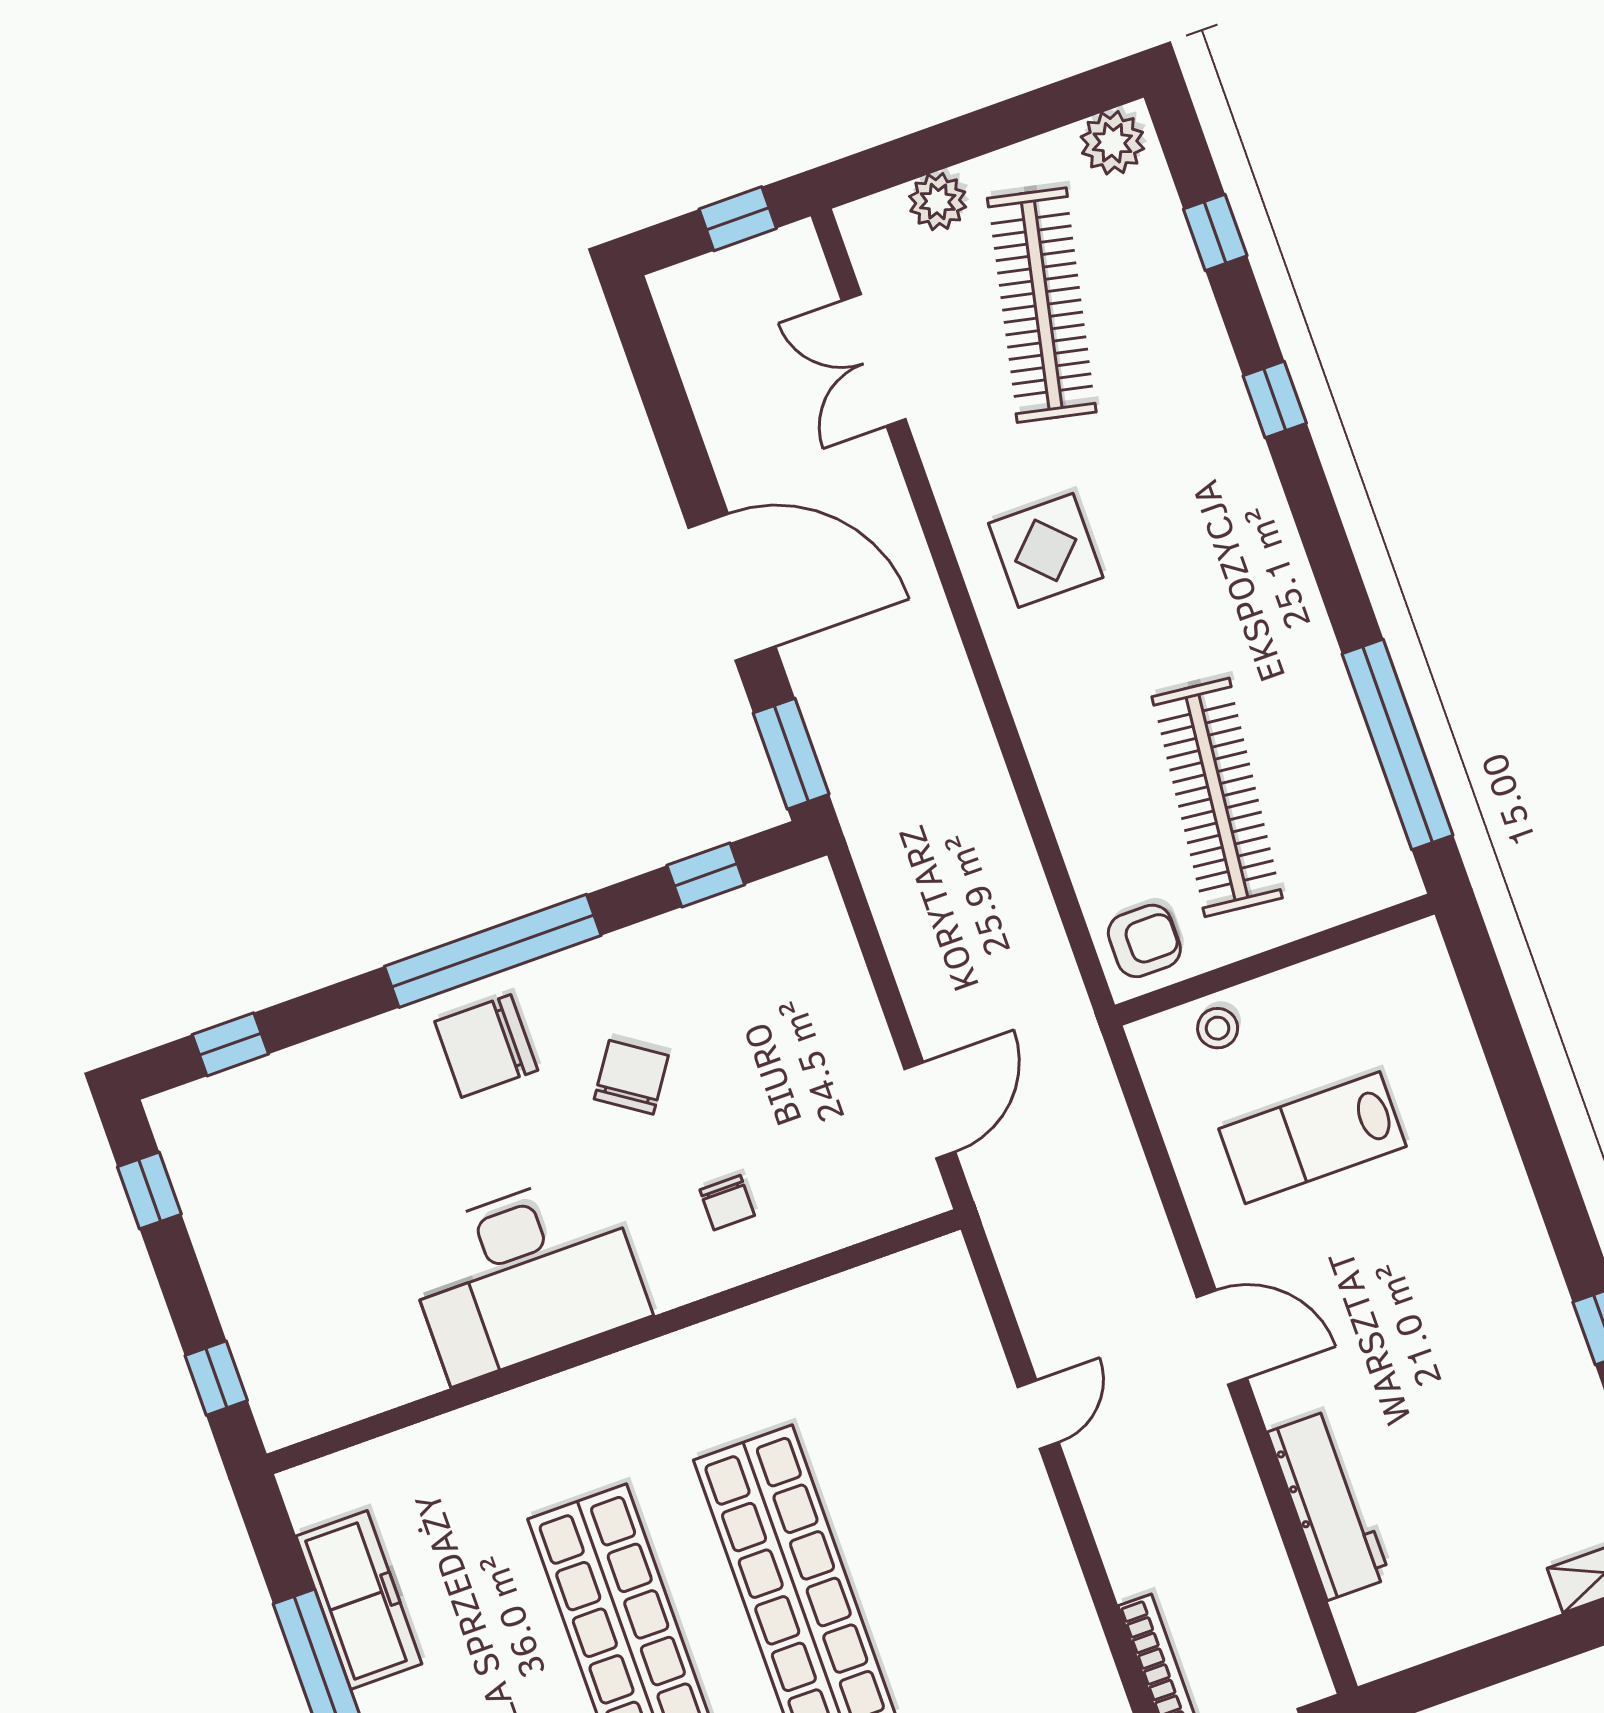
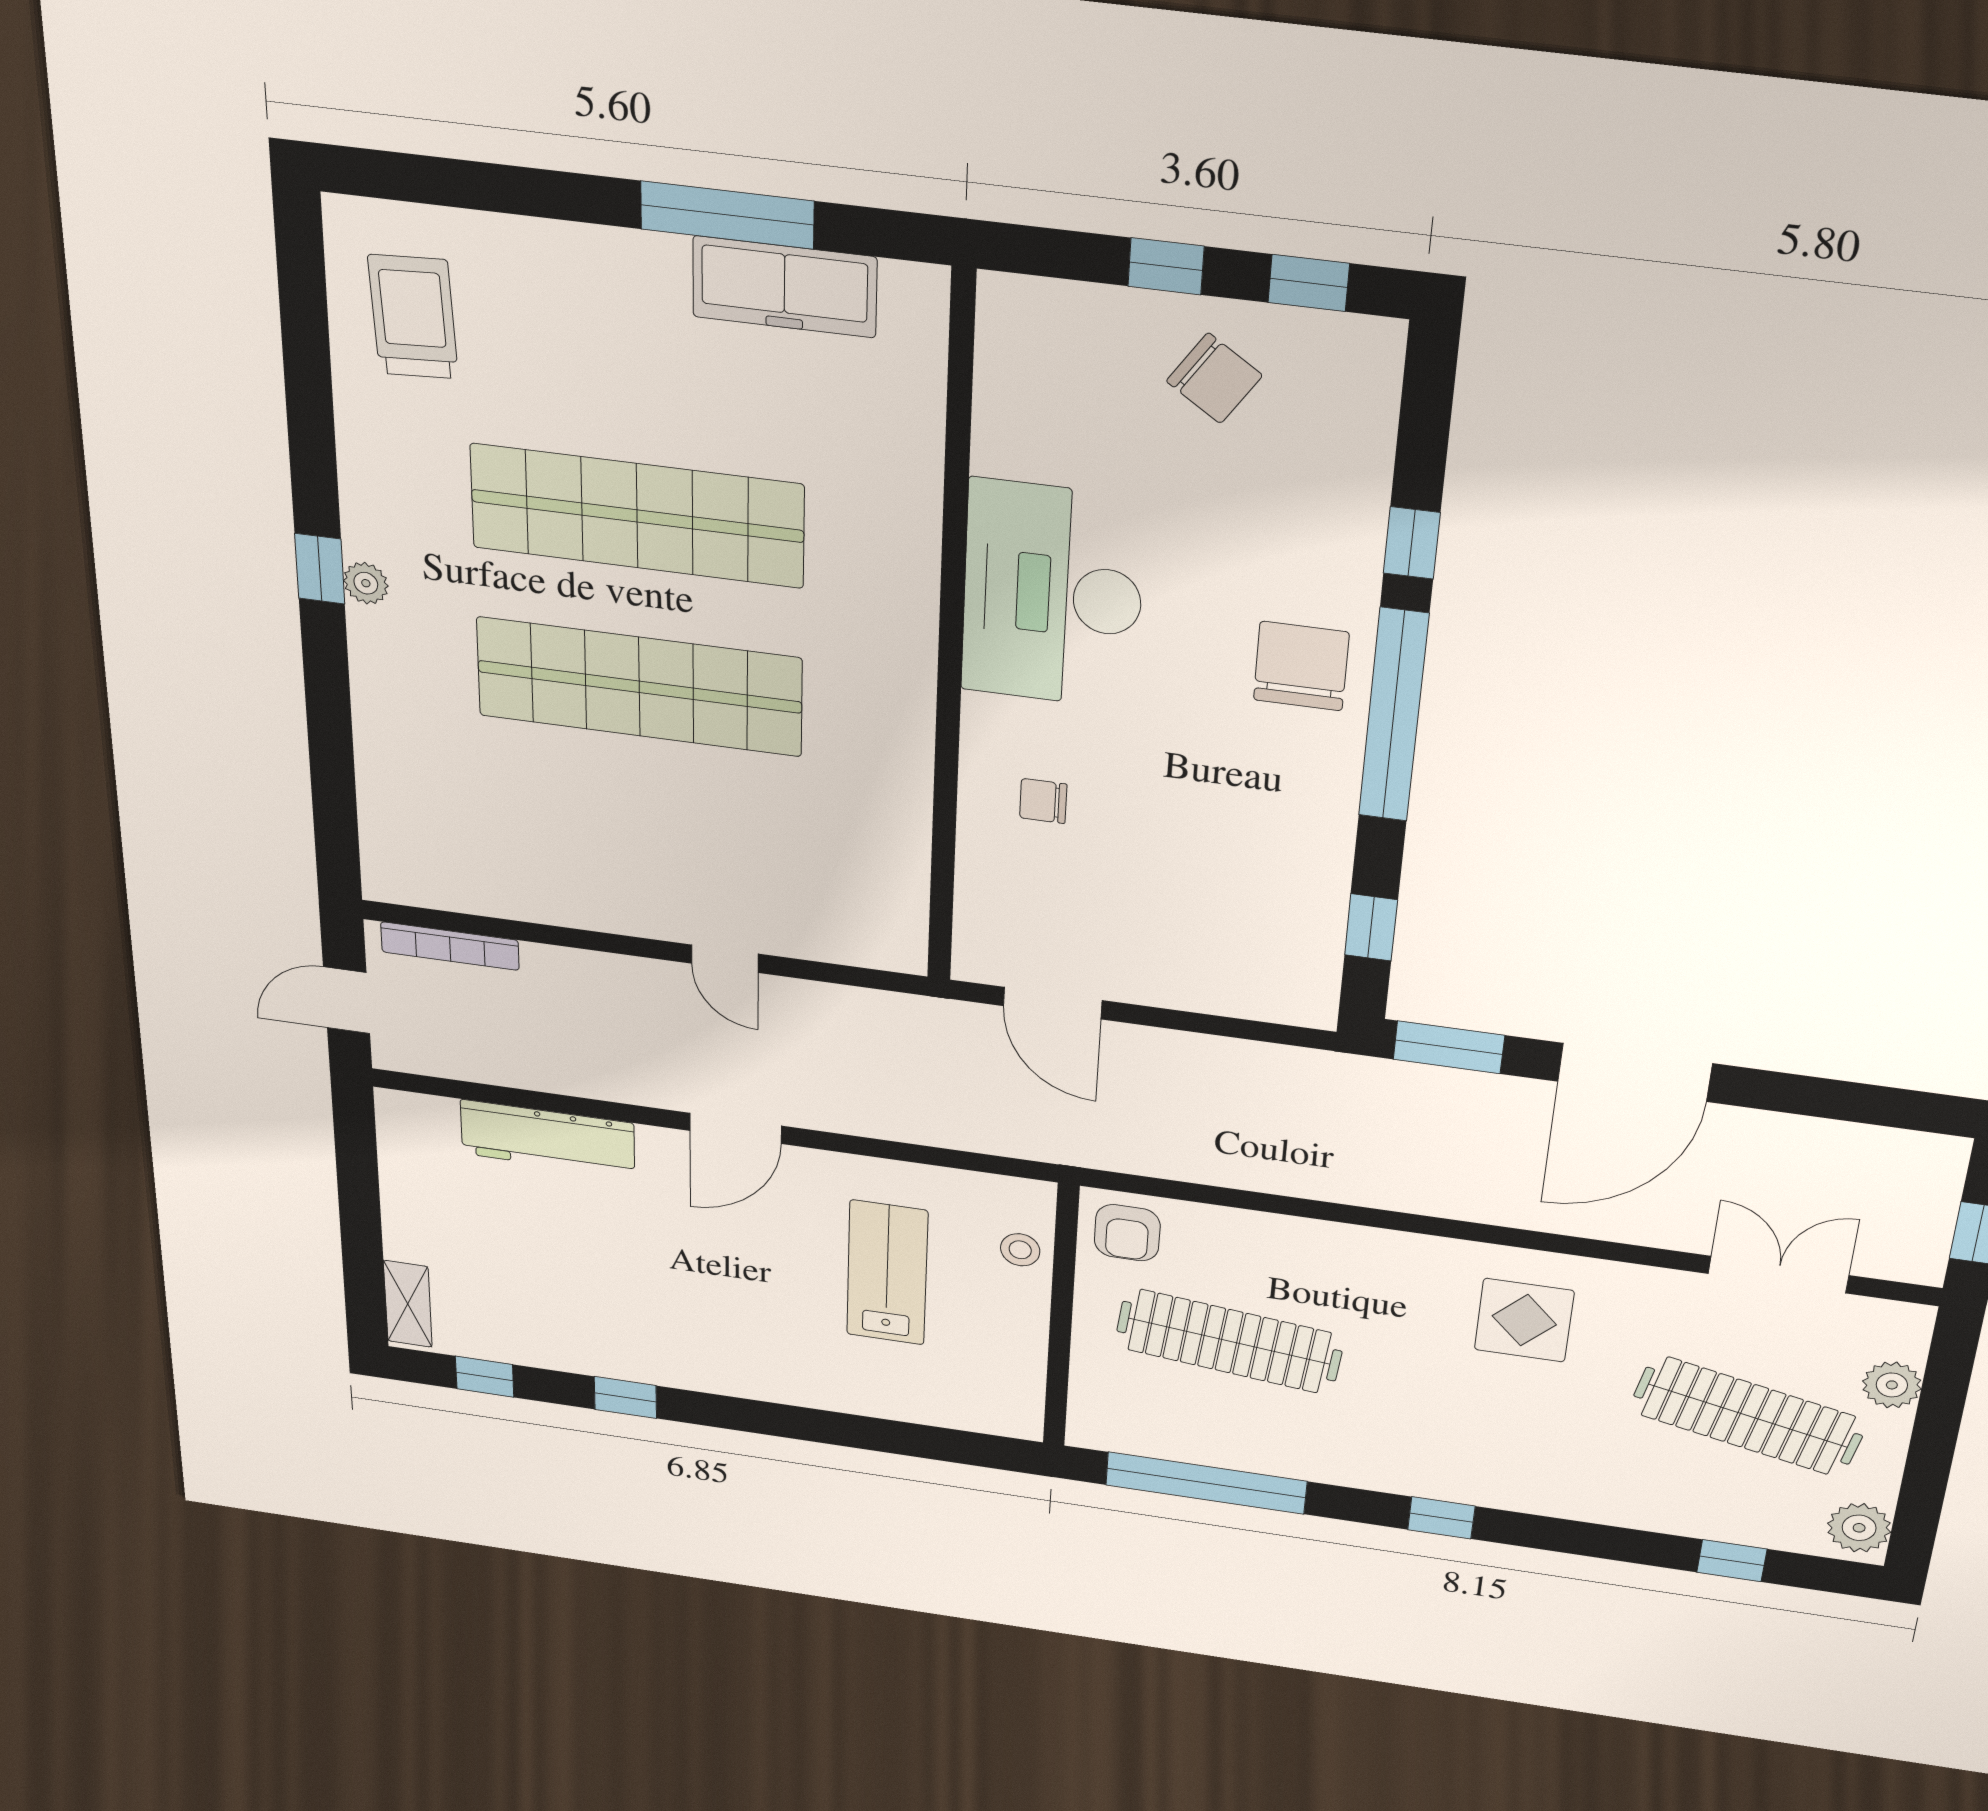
window: (1275, 400) -> (1441, 1518), moved
window: (230, 1044) -> (1412, 543), moved
chair: (631, 1077) -> (1214, 378), moved
window: (216, 1378) -> (1166, 266), moved

